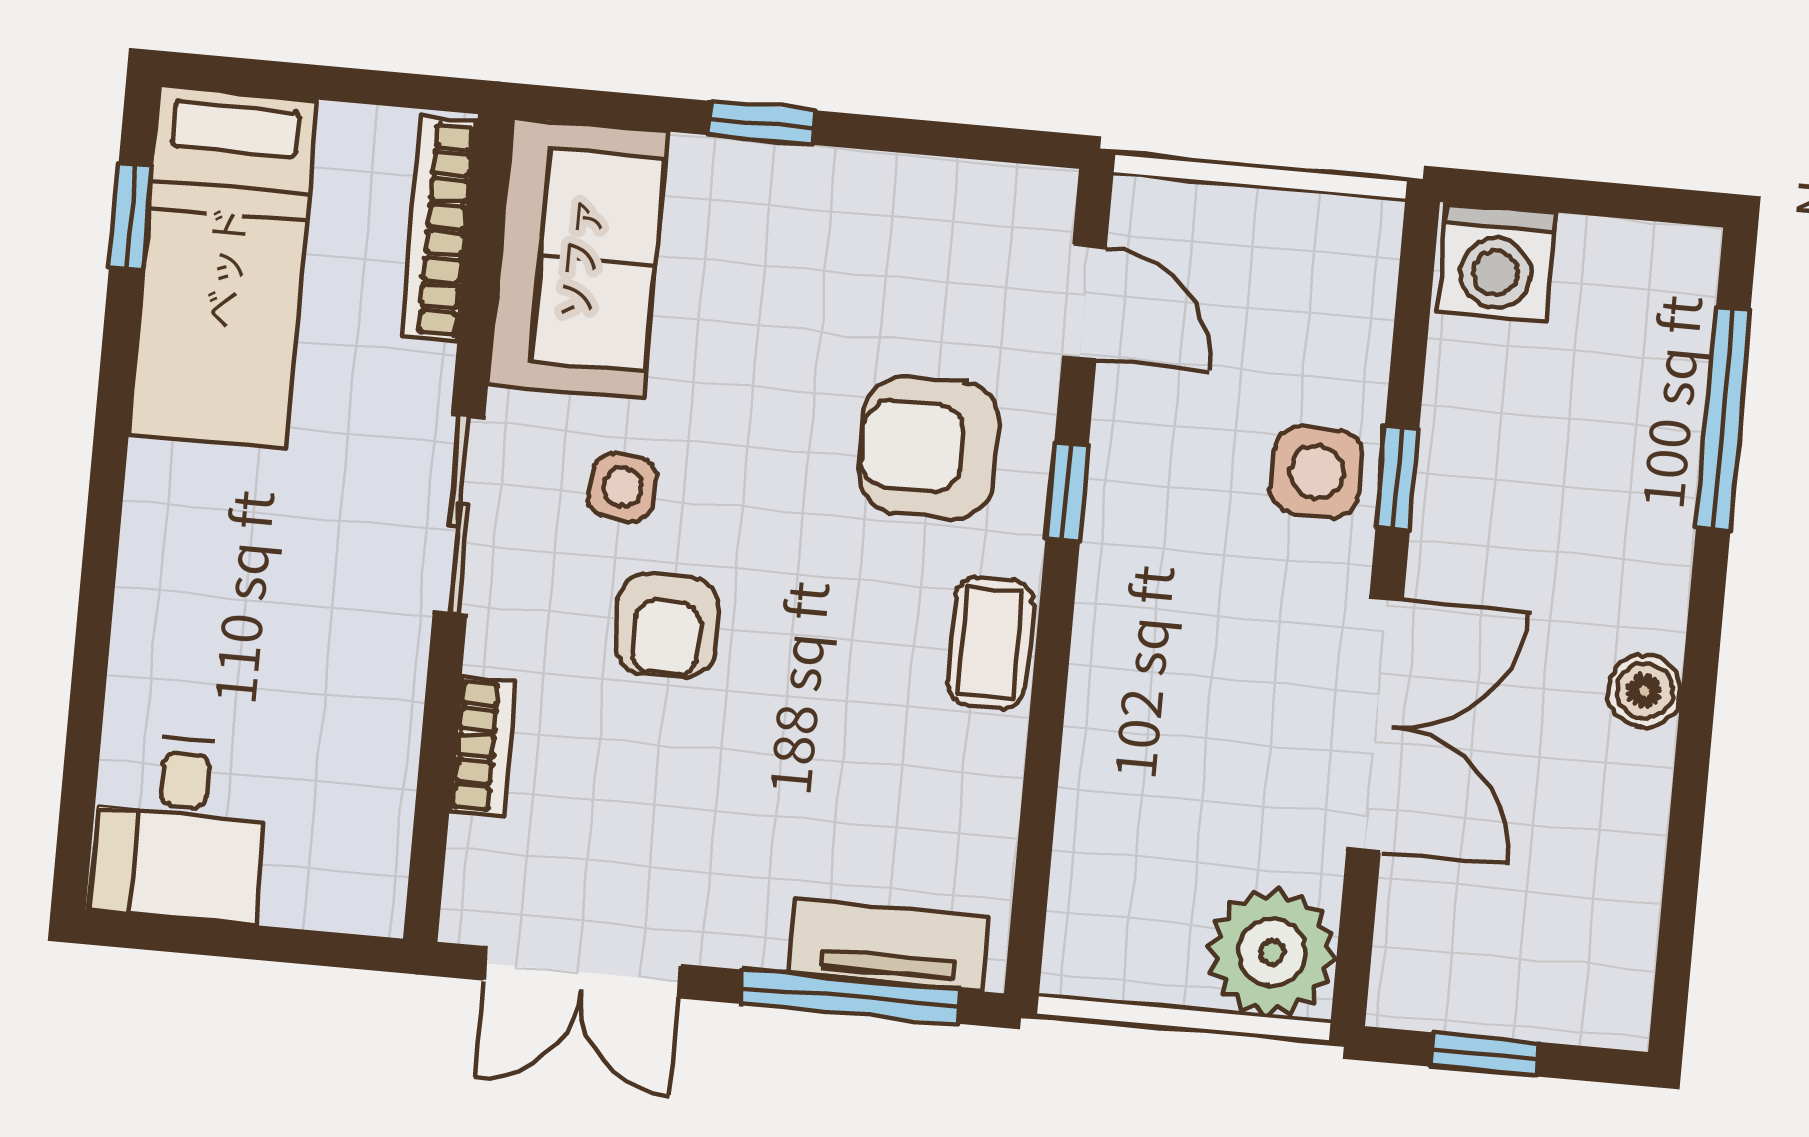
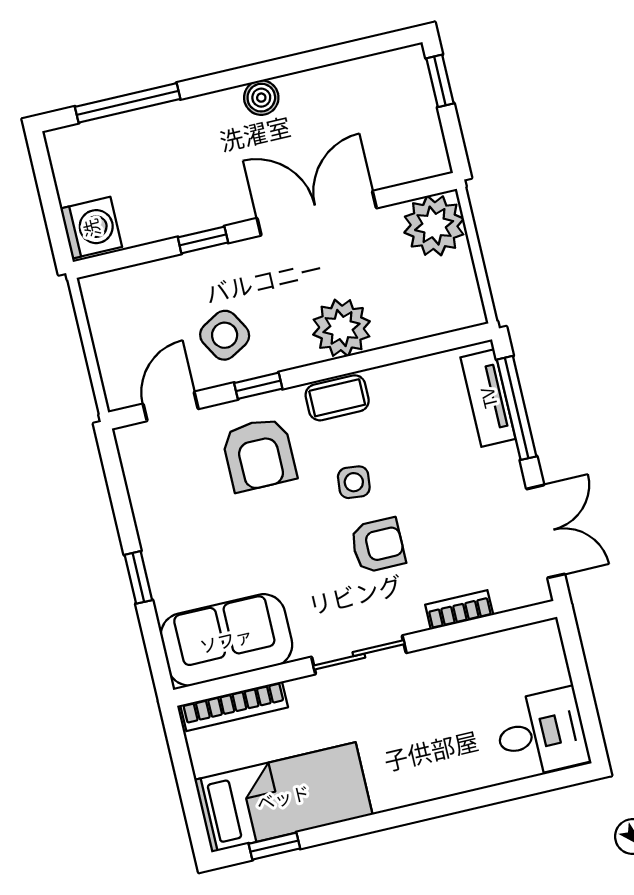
side table: (1317, 472) -> (225, 335), moved, turned -30
side table: (622, 487) -> (354, 482), moved
plant: (1128, 698) -> (341, 328), added
window: (1484, 1054) -> (440, 81), moved

